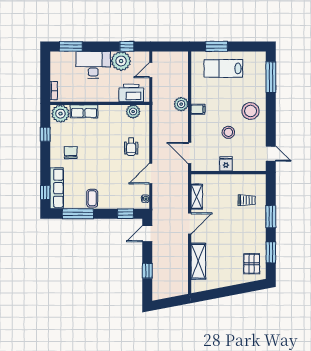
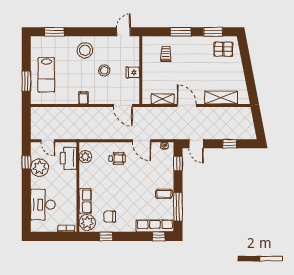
window: (71, 46) -> (26, 213), removed
desk: (93, 65) -> (43, 205), moved
window: (271, 77) -> (54, 32), width x0.69
plant: (181, 104) -> (79, 113), removed
chair: (71, 153) -> (110, 217), moved
door: (190, 153) -> (123, 105), hinge flipped

